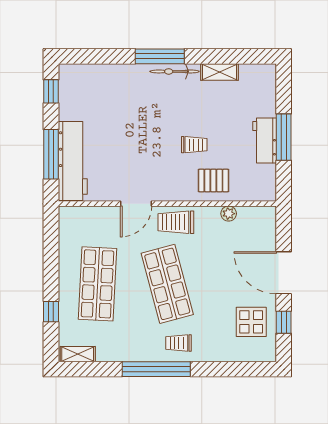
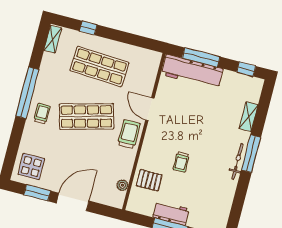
shelving: (220, 72) -> (249, 117), moved
pallet: (213, 181) -> (149, 180), moved, turned 90
plant: (229, 214) -> (122, 185), moved
display table: (251, 322) -> (31, 166), moved
window: (284, 322) -> (37, 193), width x1.50

